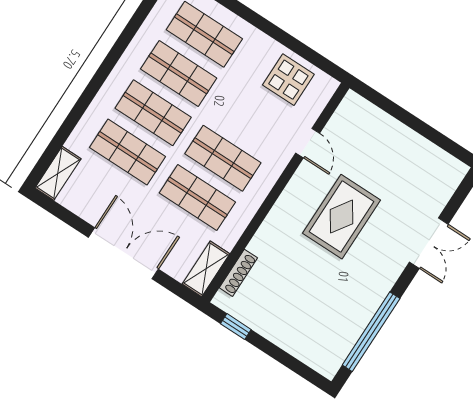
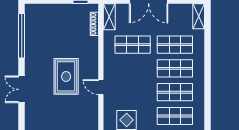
door: (308, 143) -> (101, 87), moved
shop shelf: (223, 158) -> (133, 68), removed

